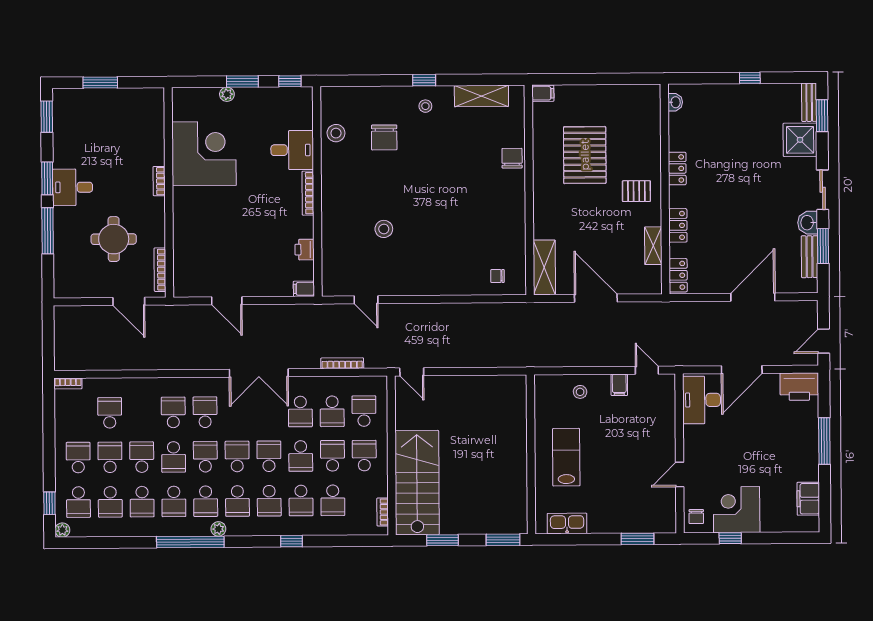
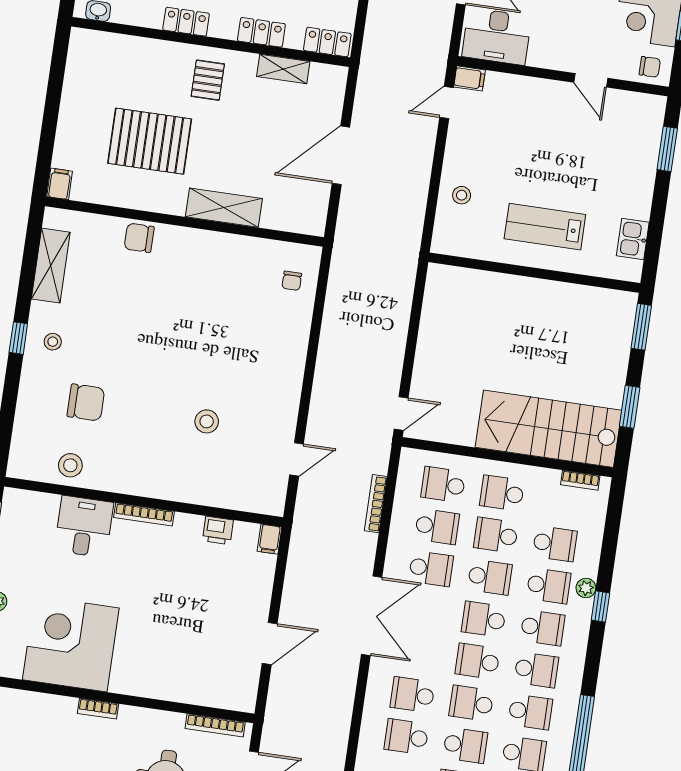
shelving: (544, 267) -> (224, 208), moved
filing cabinet: (619, 385) -> (469, 78), moved
kitchen sink: (567, 523) -> (633, 239), width x0.73
plant: (218, 529) -> (586, 588), moved

